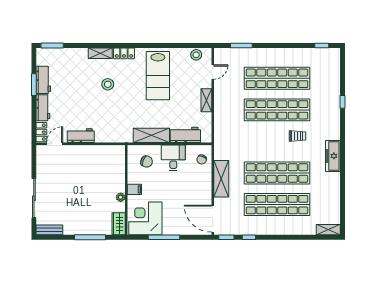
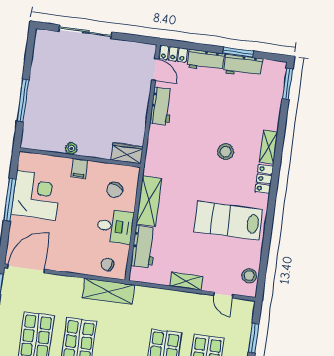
shelving: (221, 179) -> (108, 291), moved
corner desk: (145, 218) -> (36, 195), moved
wardrobe: (119, 224) -> (127, 153), moved
bench: (49, 230) -> (40, 47), removed

